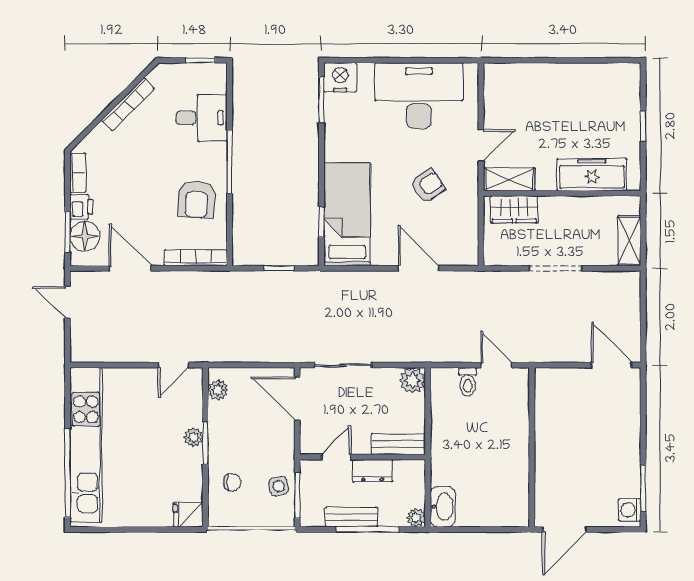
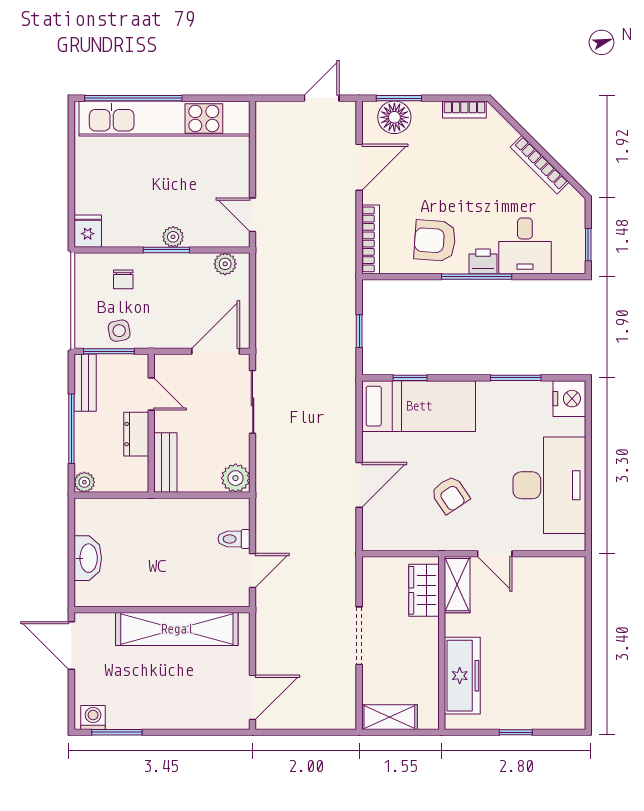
window: (321, 100) -> (516, 378), moved
printer: (81, 207) -> (483, 261), moved, turned 180
shelving: (549, 434) -> (177, 629), added
washbasin: (443, 507) -> (88, 558), moved, turned -90
bench: (352, 517) -> (85, 383), moved

